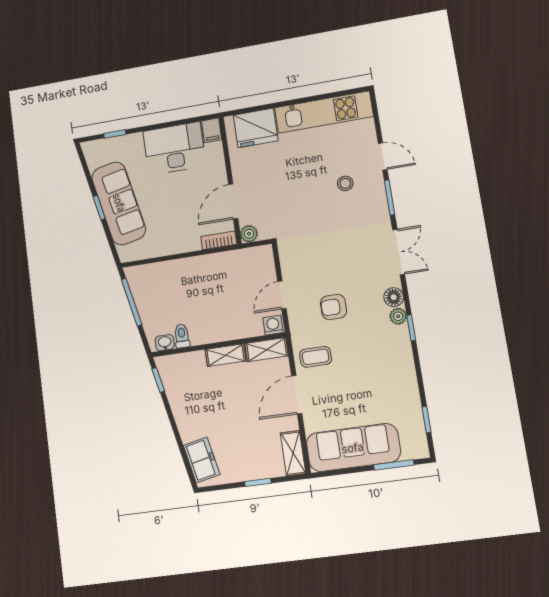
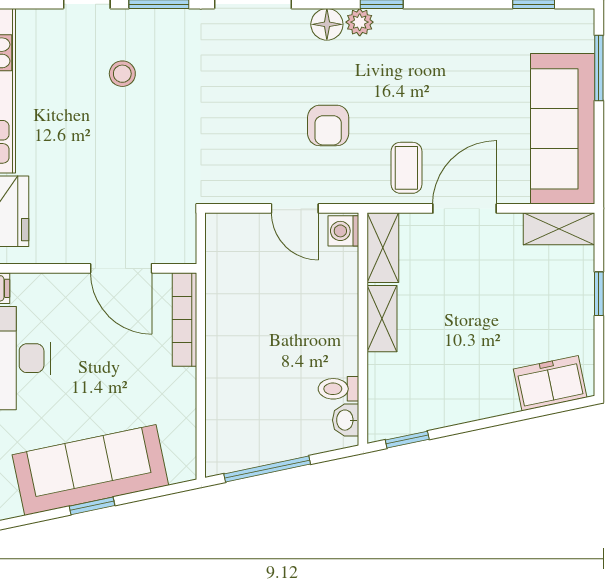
plant: (249, 234) -> (182, 249), removed
bookcase: (219, 240) -> (185, 320), width x1.56
door: (297, 395) -> (465, 208), swing flipped

